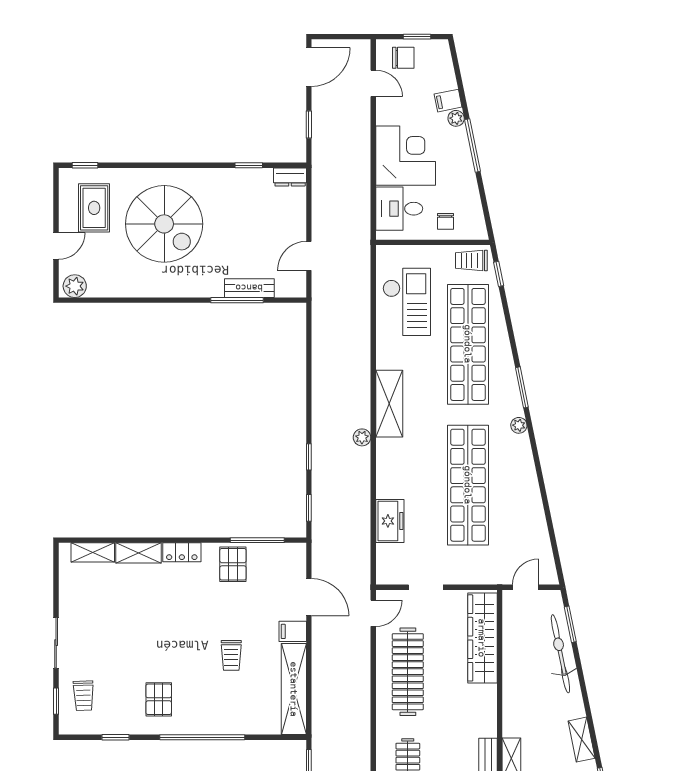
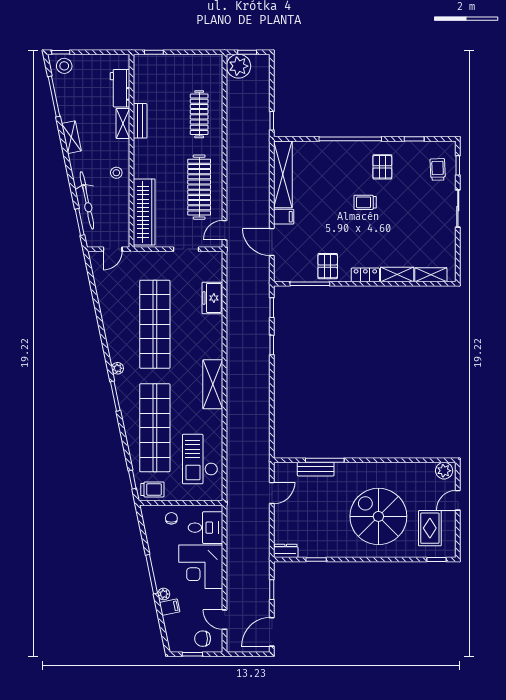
plant: (362, 437) -> (233, 359), removed
trolley: (231, 655) -> (365, 202), moved, turned -90
stool: (520, 691) -> (116, 173), added

